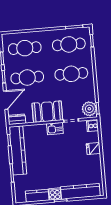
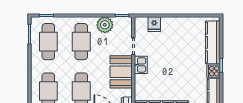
plant: (89, 109) -> (105, 25), moved
cooker: (92, 126) -> (141, 23), removed
fridge: (93, 149) -> (154, 24), moved

